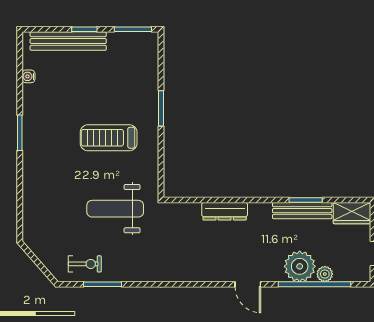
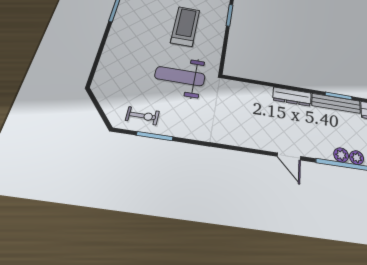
treadmill: (109, 138) -> (185, 26), turned 90
dresser: (225, 211) -> (292, 97), moved
plant: (300, 266) -> (341, 155), width x0.53, depth x0.53

